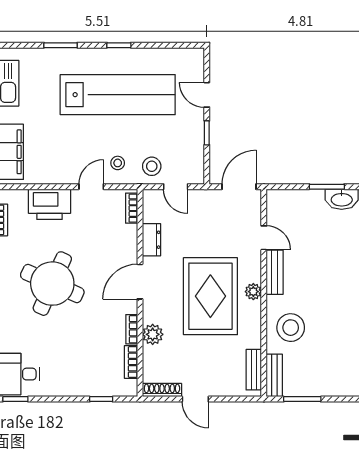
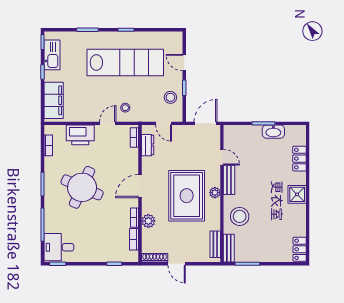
stool: (152, 166) -> (170, 97), moved
dresser: (151, 240) -> (148, 145), moved

